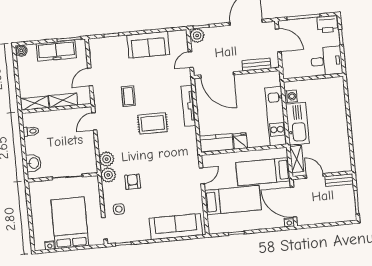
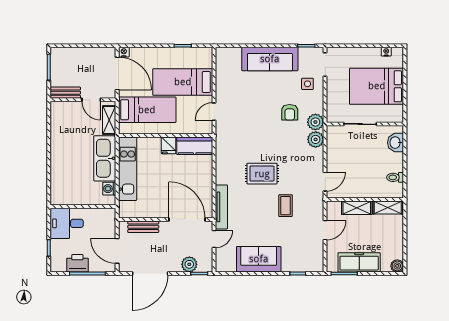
printer: (327, 24) -> (77, 263), moved
plant: (197, 36) -> (189, 264), moved
tv unit: (188, 106) -> (221, 207), moved
bed: (70, 223) -> (377, 86), moved, turned 90
sofa: (176, 227) -> (270, 59), moved

